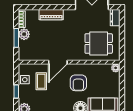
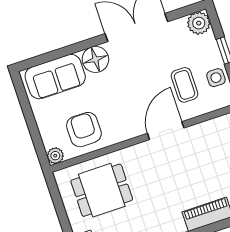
armchair: (78, 83) -> (84, 130), moved

